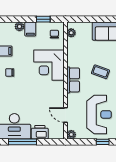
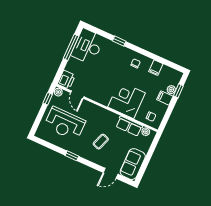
window: (43, 19) -> (178, 91), moved
row of seats: (73, 80) -> (129, 126), moved
door: (66, 115) -> (77, 95), swing flipped
printer: (40, 132) -> (66, 80), moved
window: (103, 142) -> (48, 99), moved

